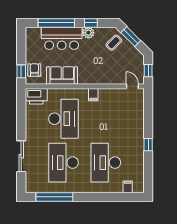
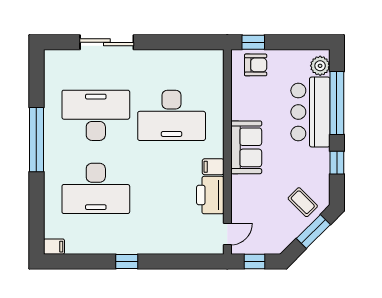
plant: (88, 33) -> (320, 66), moved
sofa: (62, 75) -> (246, 147), moved
printer: (36, 96) -> (210, 195), moved
desk: (106, 163) -> (96, 188), turned 180
filing cabinet: (128, 187) -> (54, 247), moved
window: (54, 197) -> (36, 140), moved

